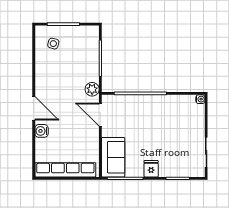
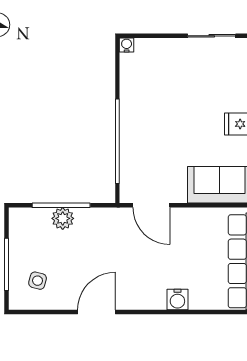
plant: (92, 89) -> (63, 218), moved
door: (34, 108) -> (97, 312), moved
door: (100, 115) -> (151, 205), hinge flipped

